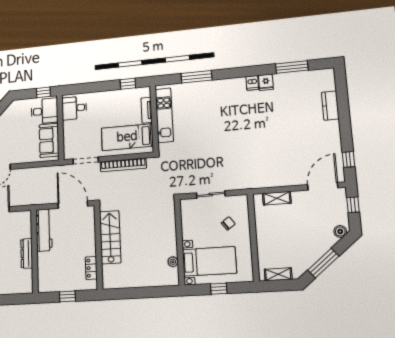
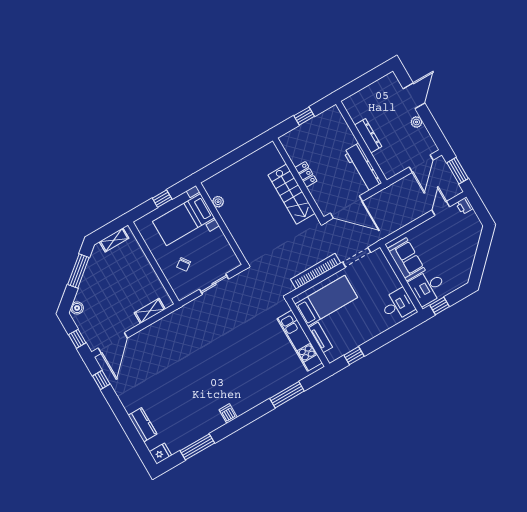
fridge: (266, 82) -> (160, 454), moved, turned 90
locker: (91, 268) -> (306, 174), moved

